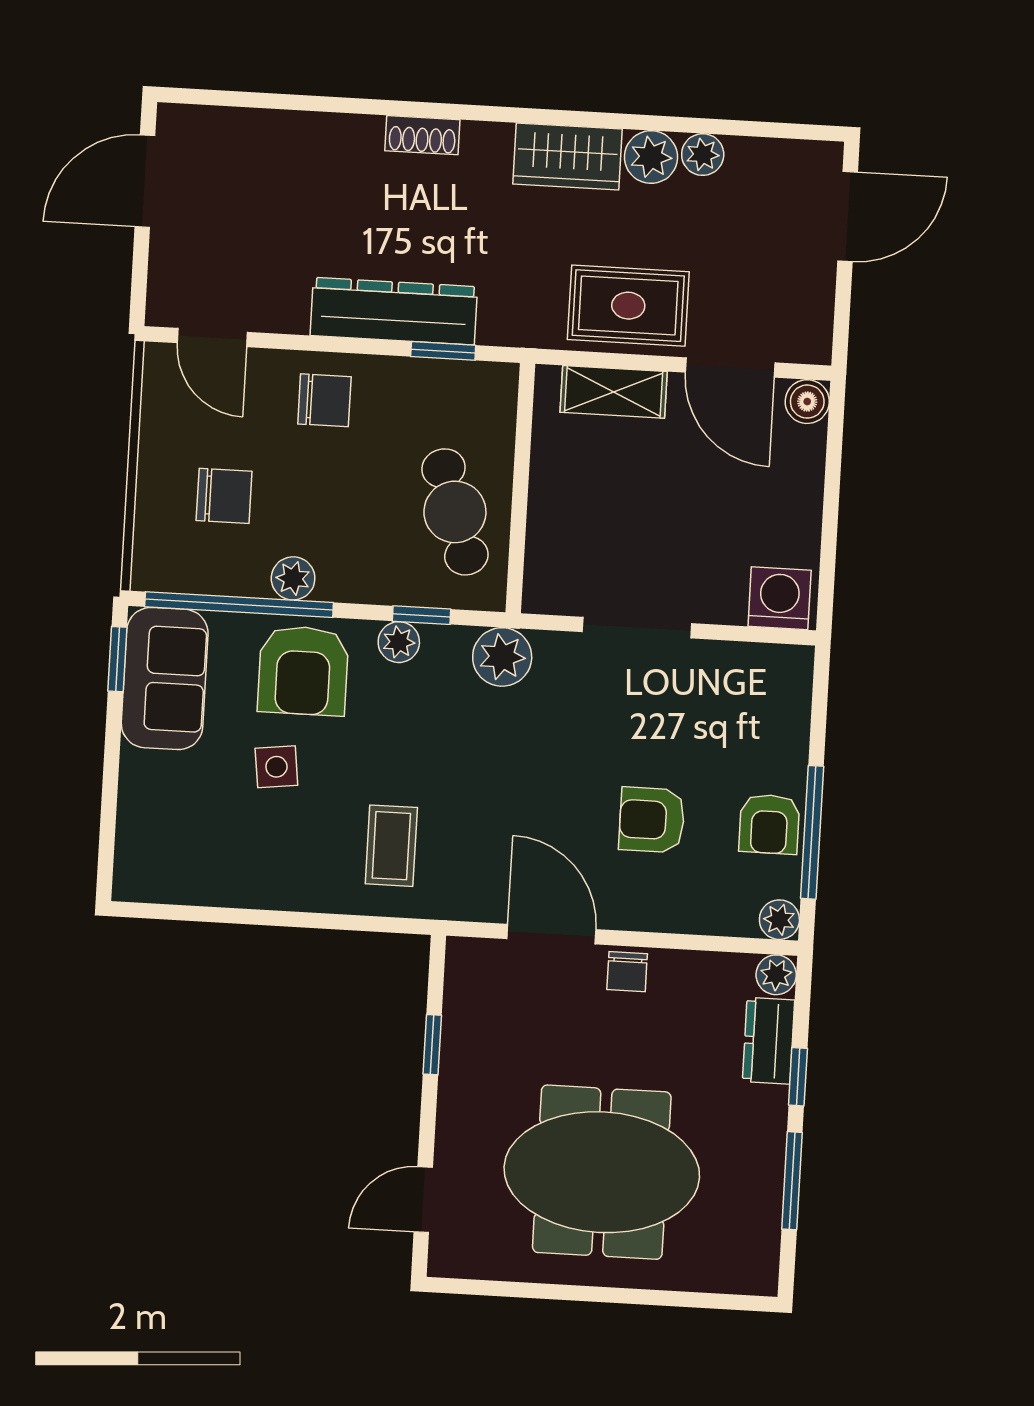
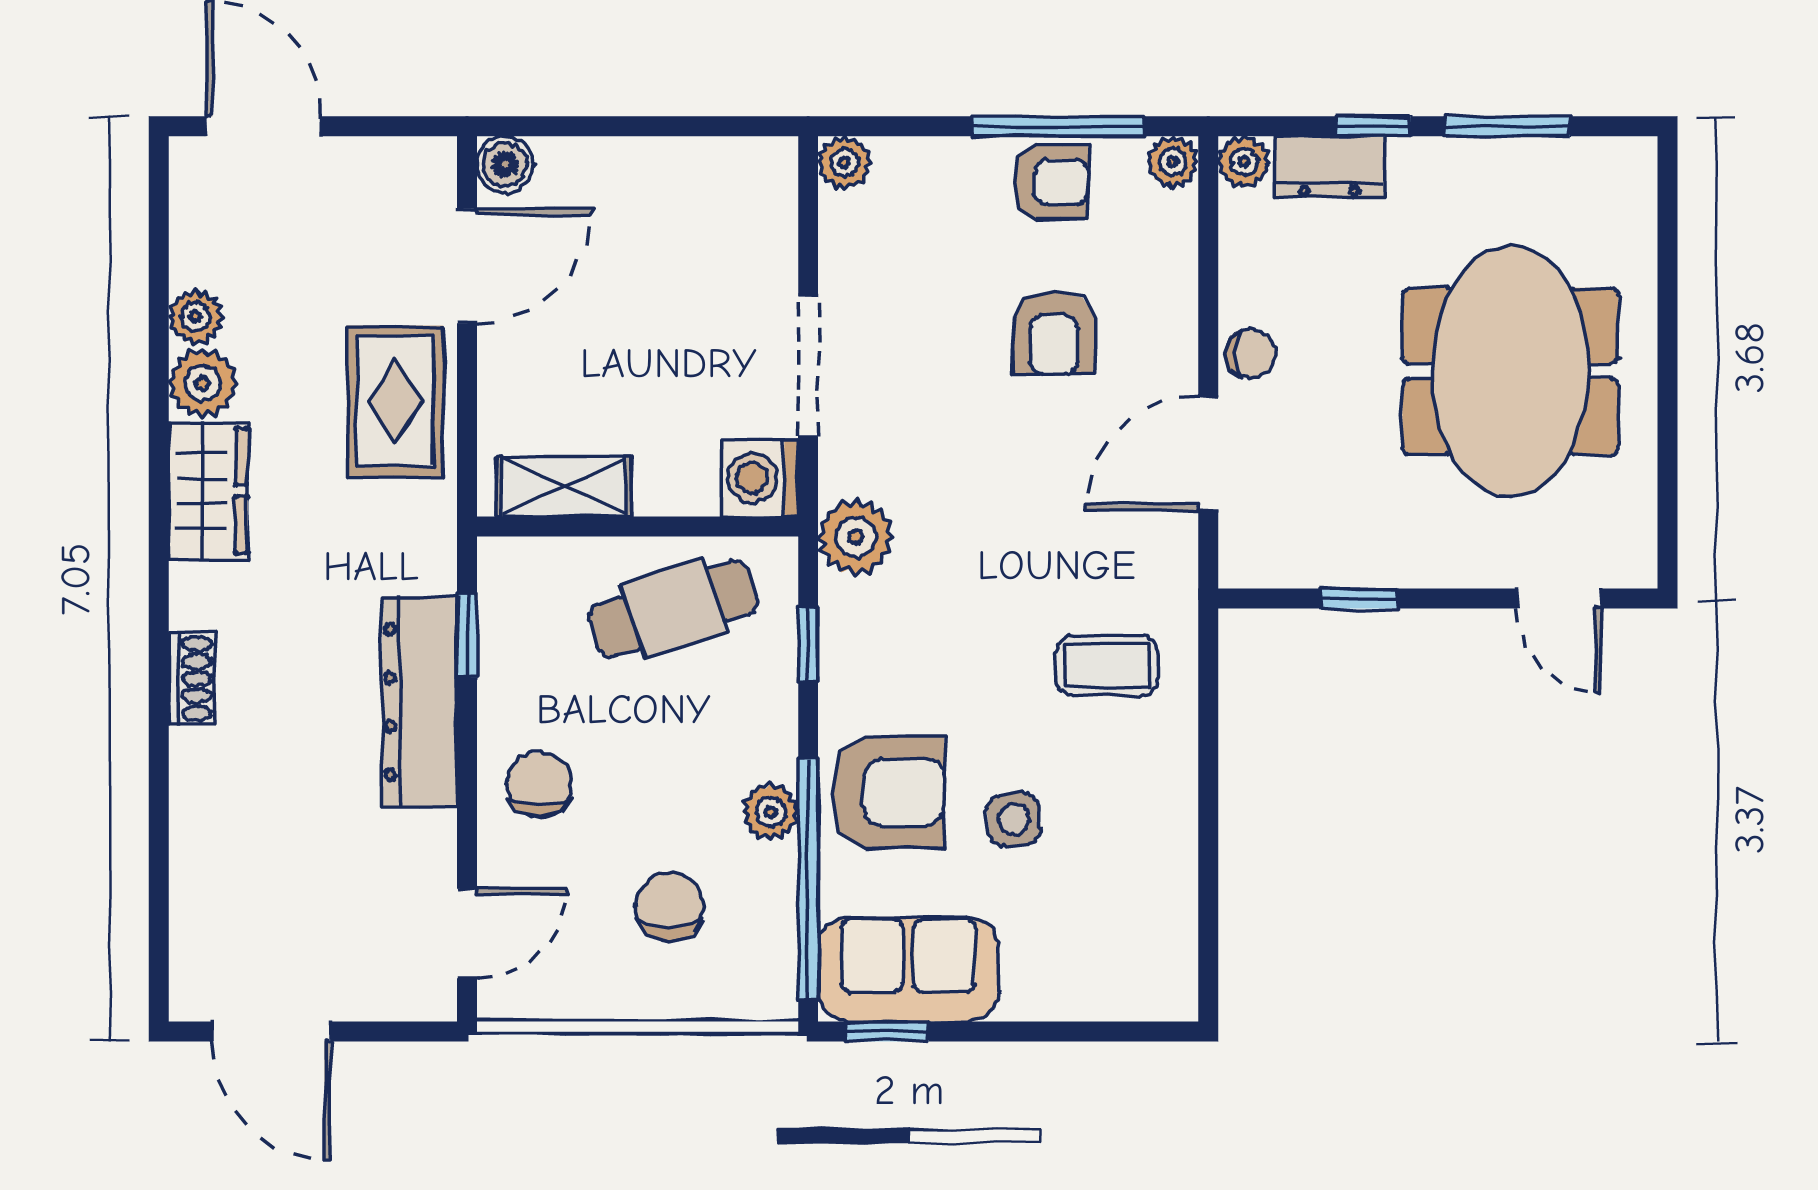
shelving: (614, 392) -> (564, 486), moved, turned 90
washing machine: (780, 598) -> (760, 478), moved
plant: (399, 642) -> (844, 163), moved

